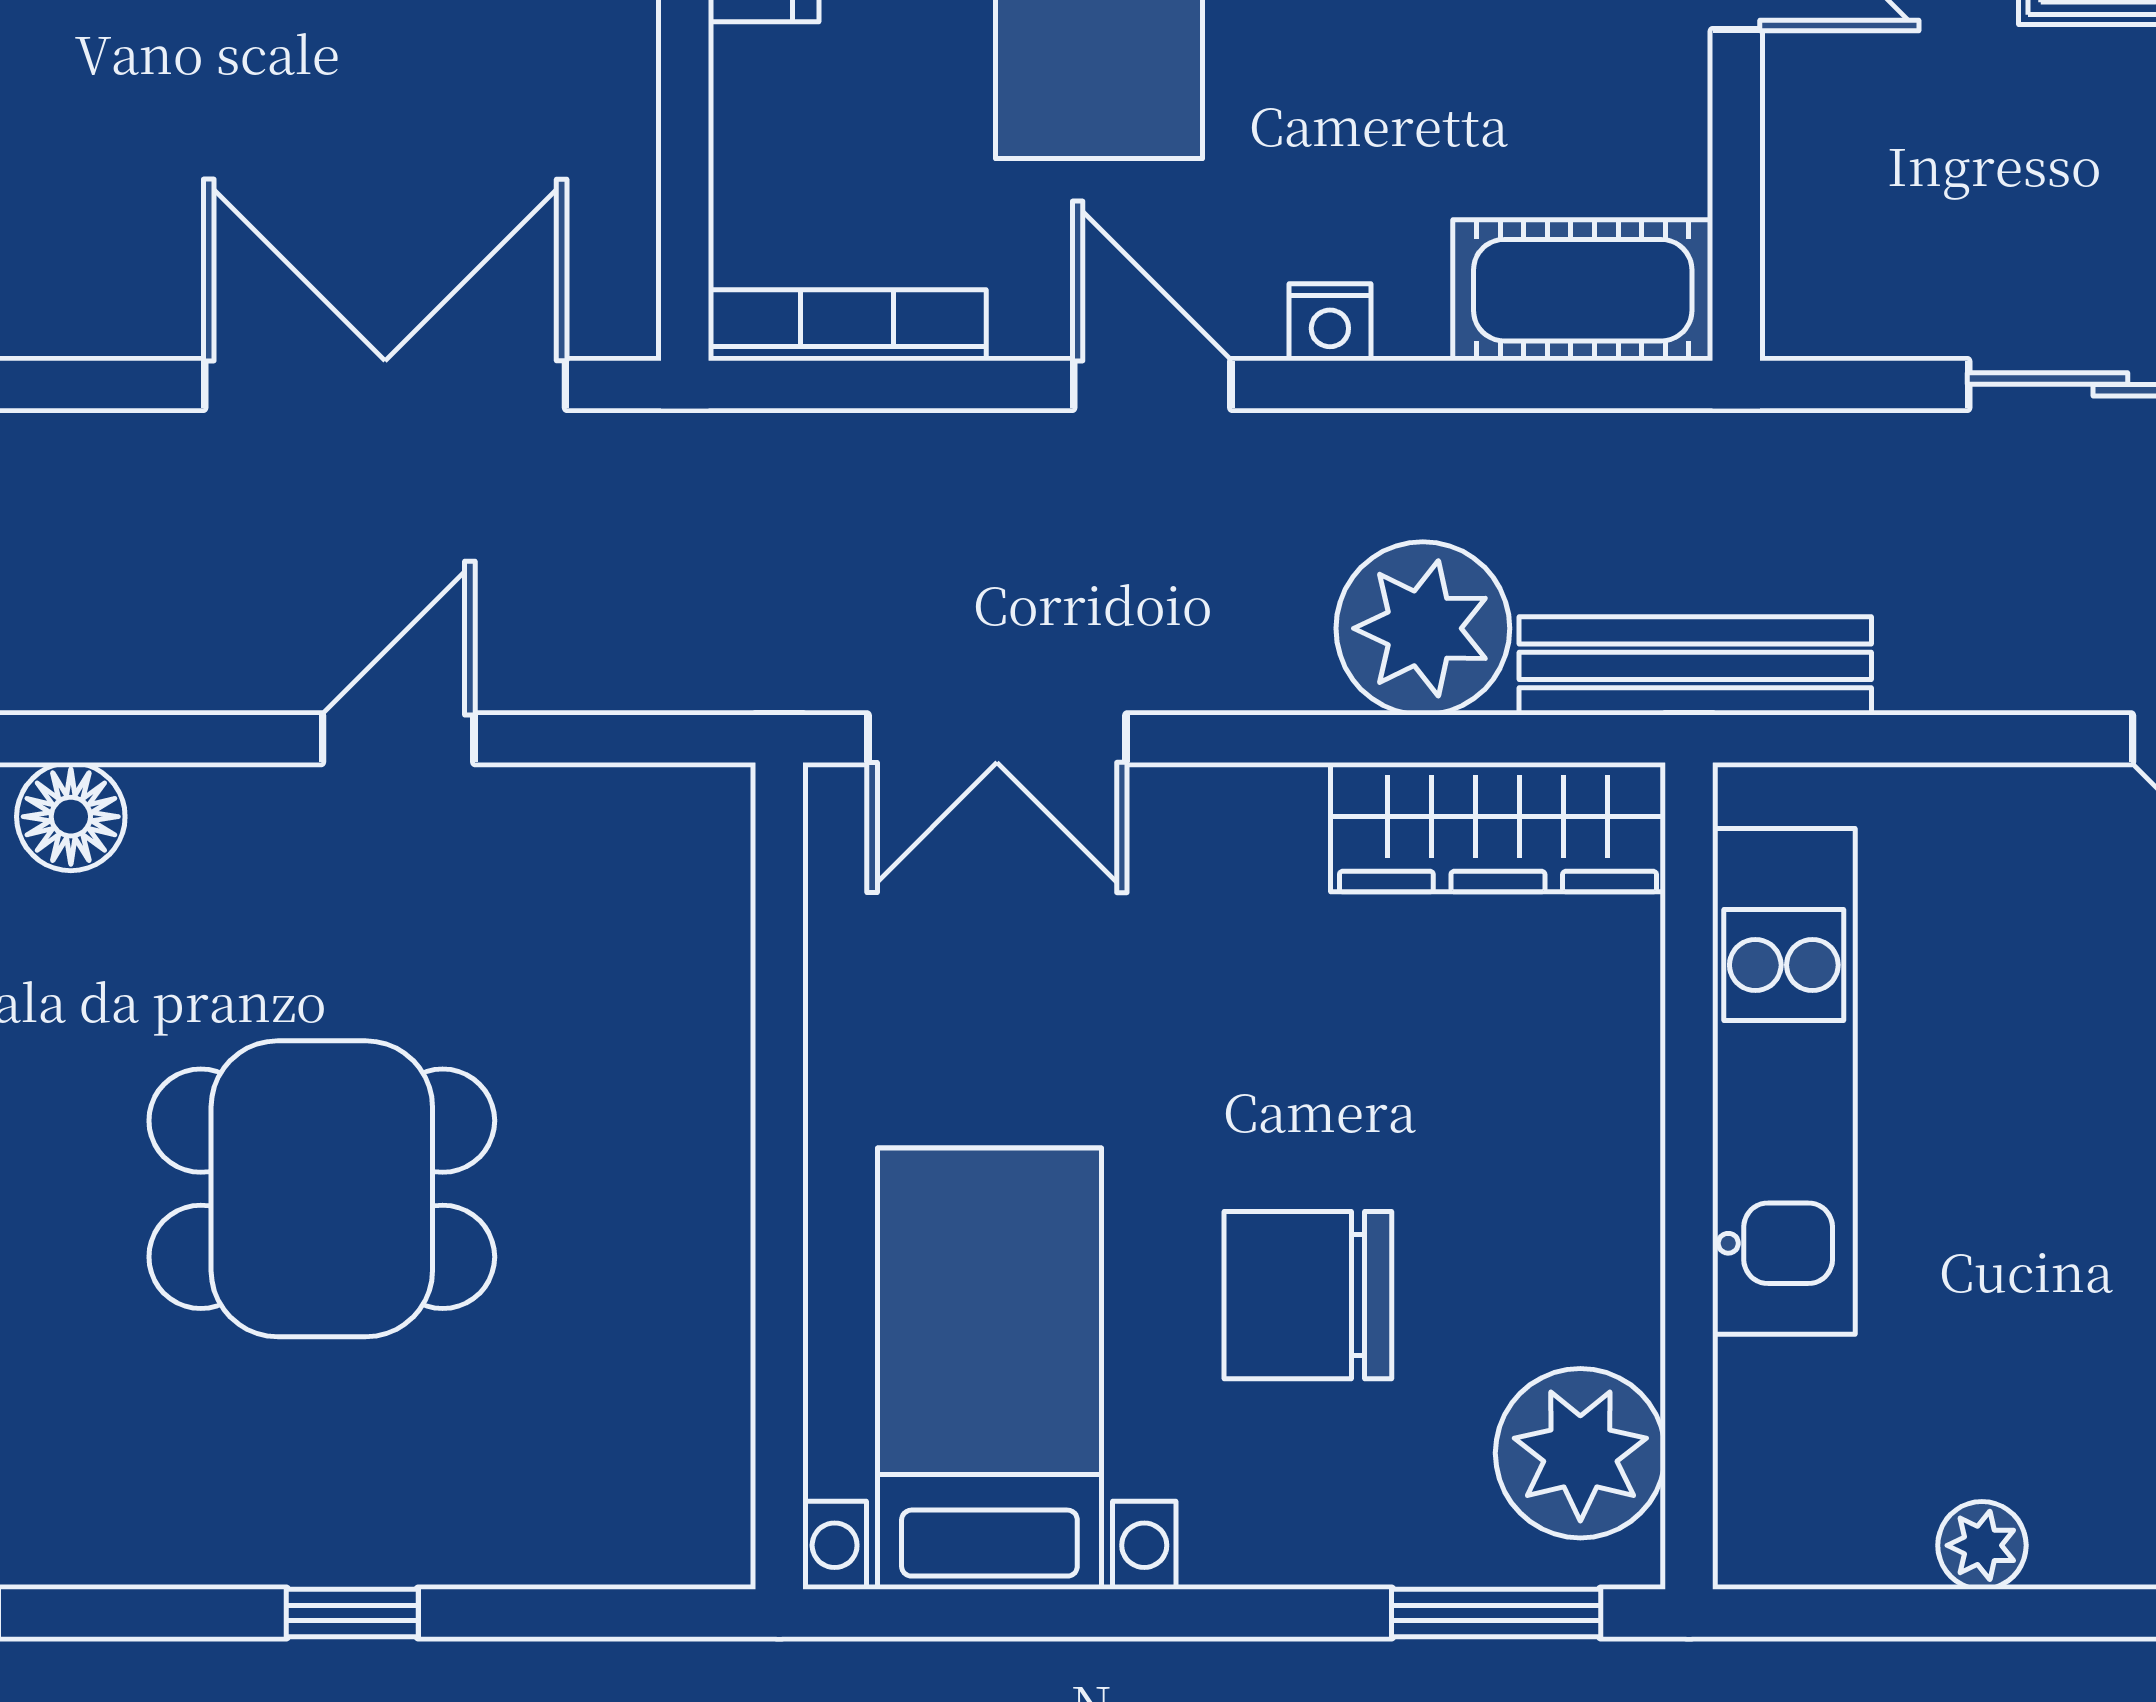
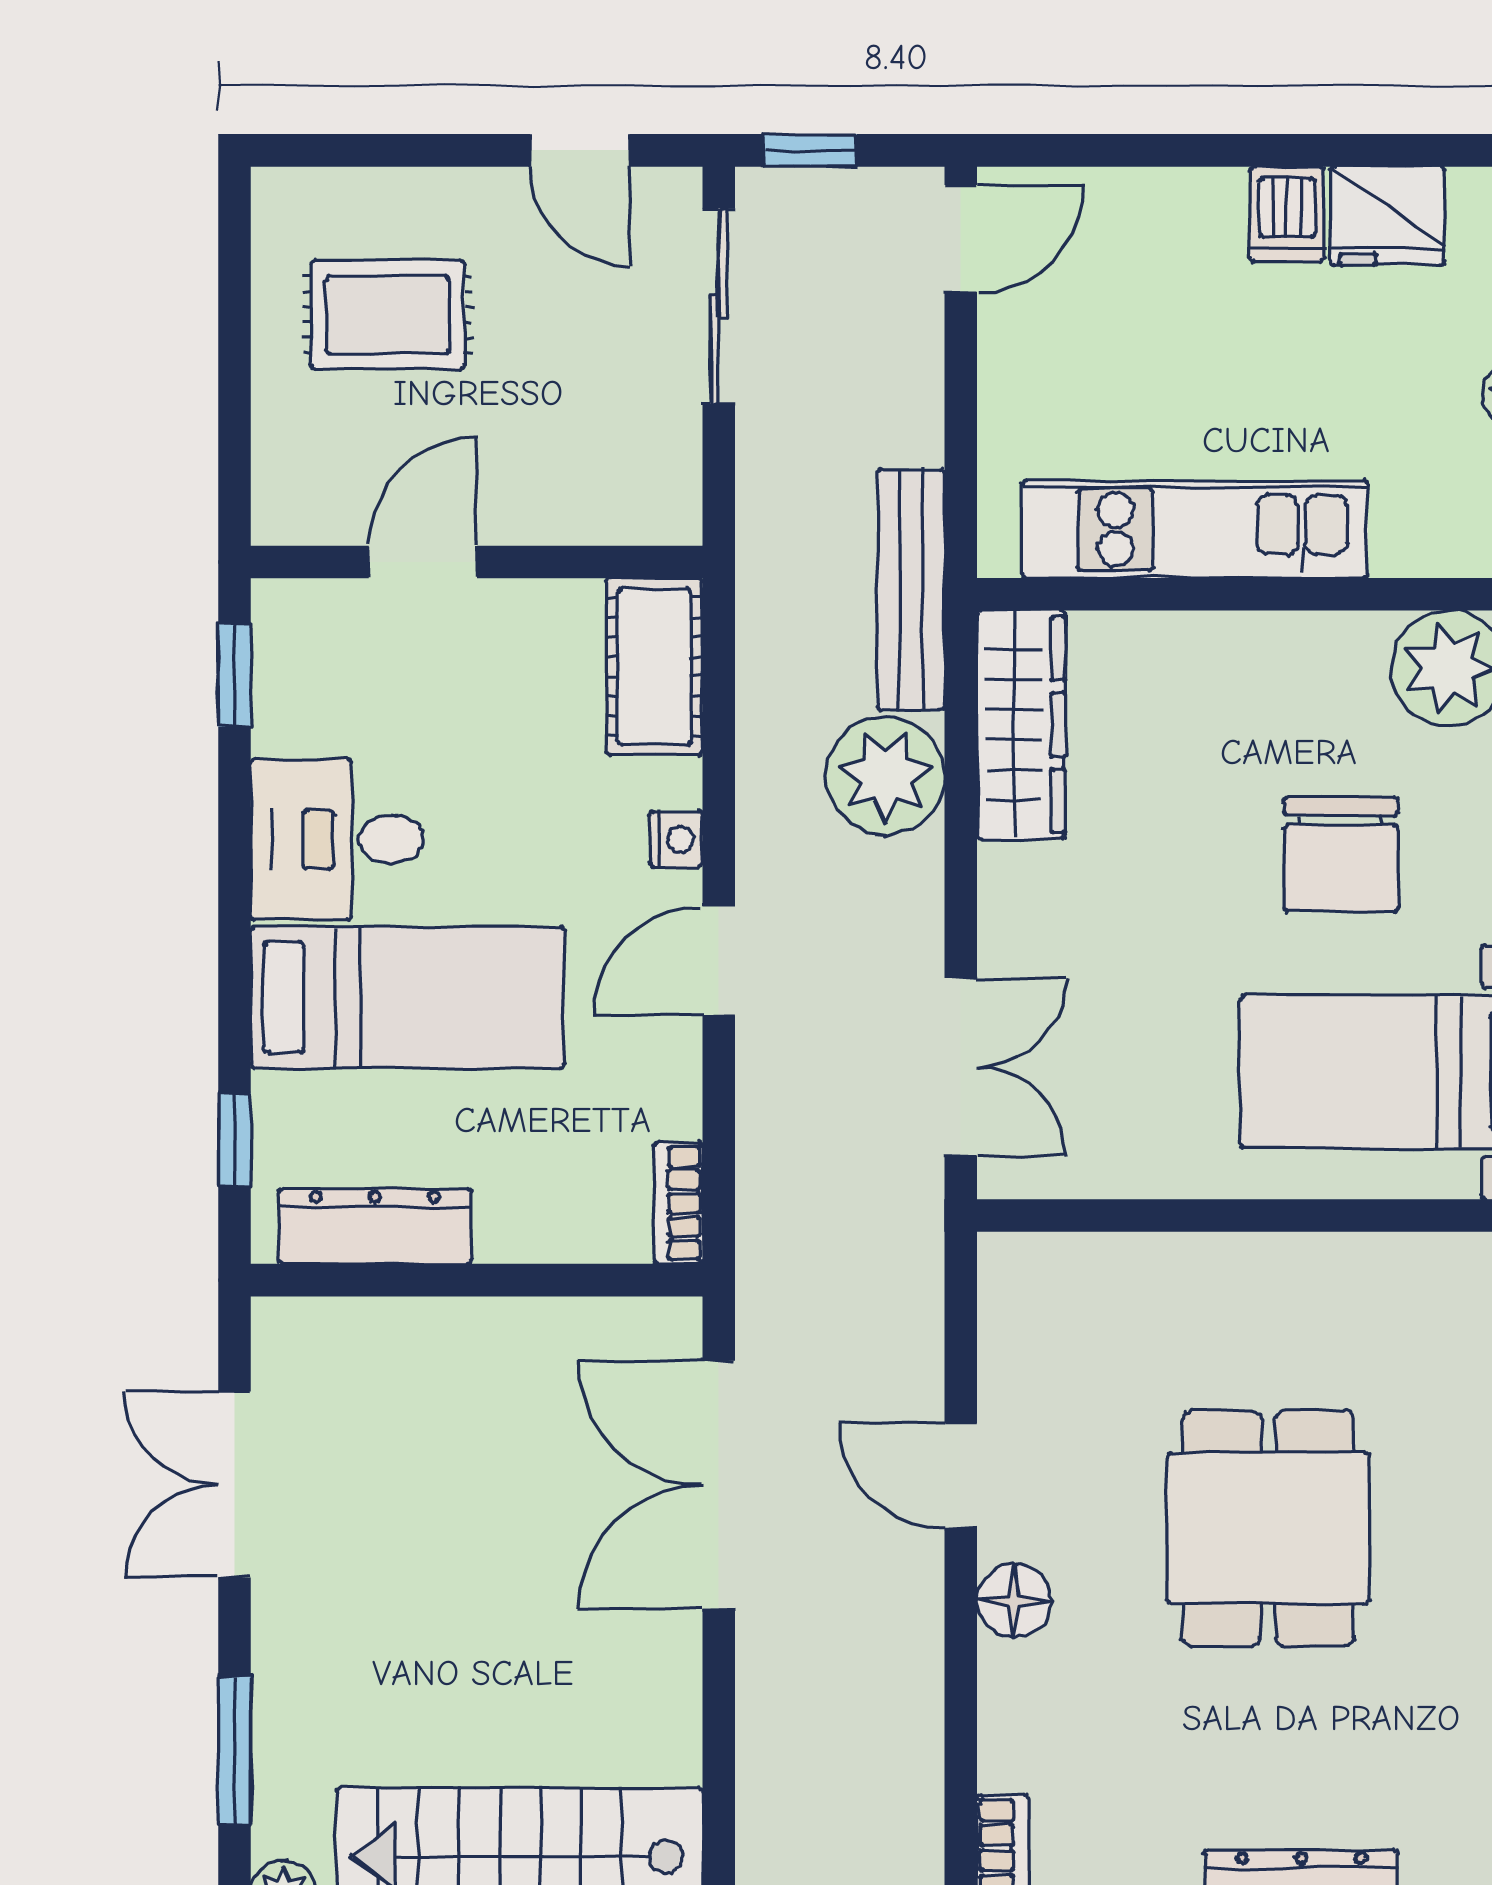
bookcase: (847, 325) -> (678, 1203), width x0.64
floor lamp: (71, 817) -> (1014, 1601), moved

